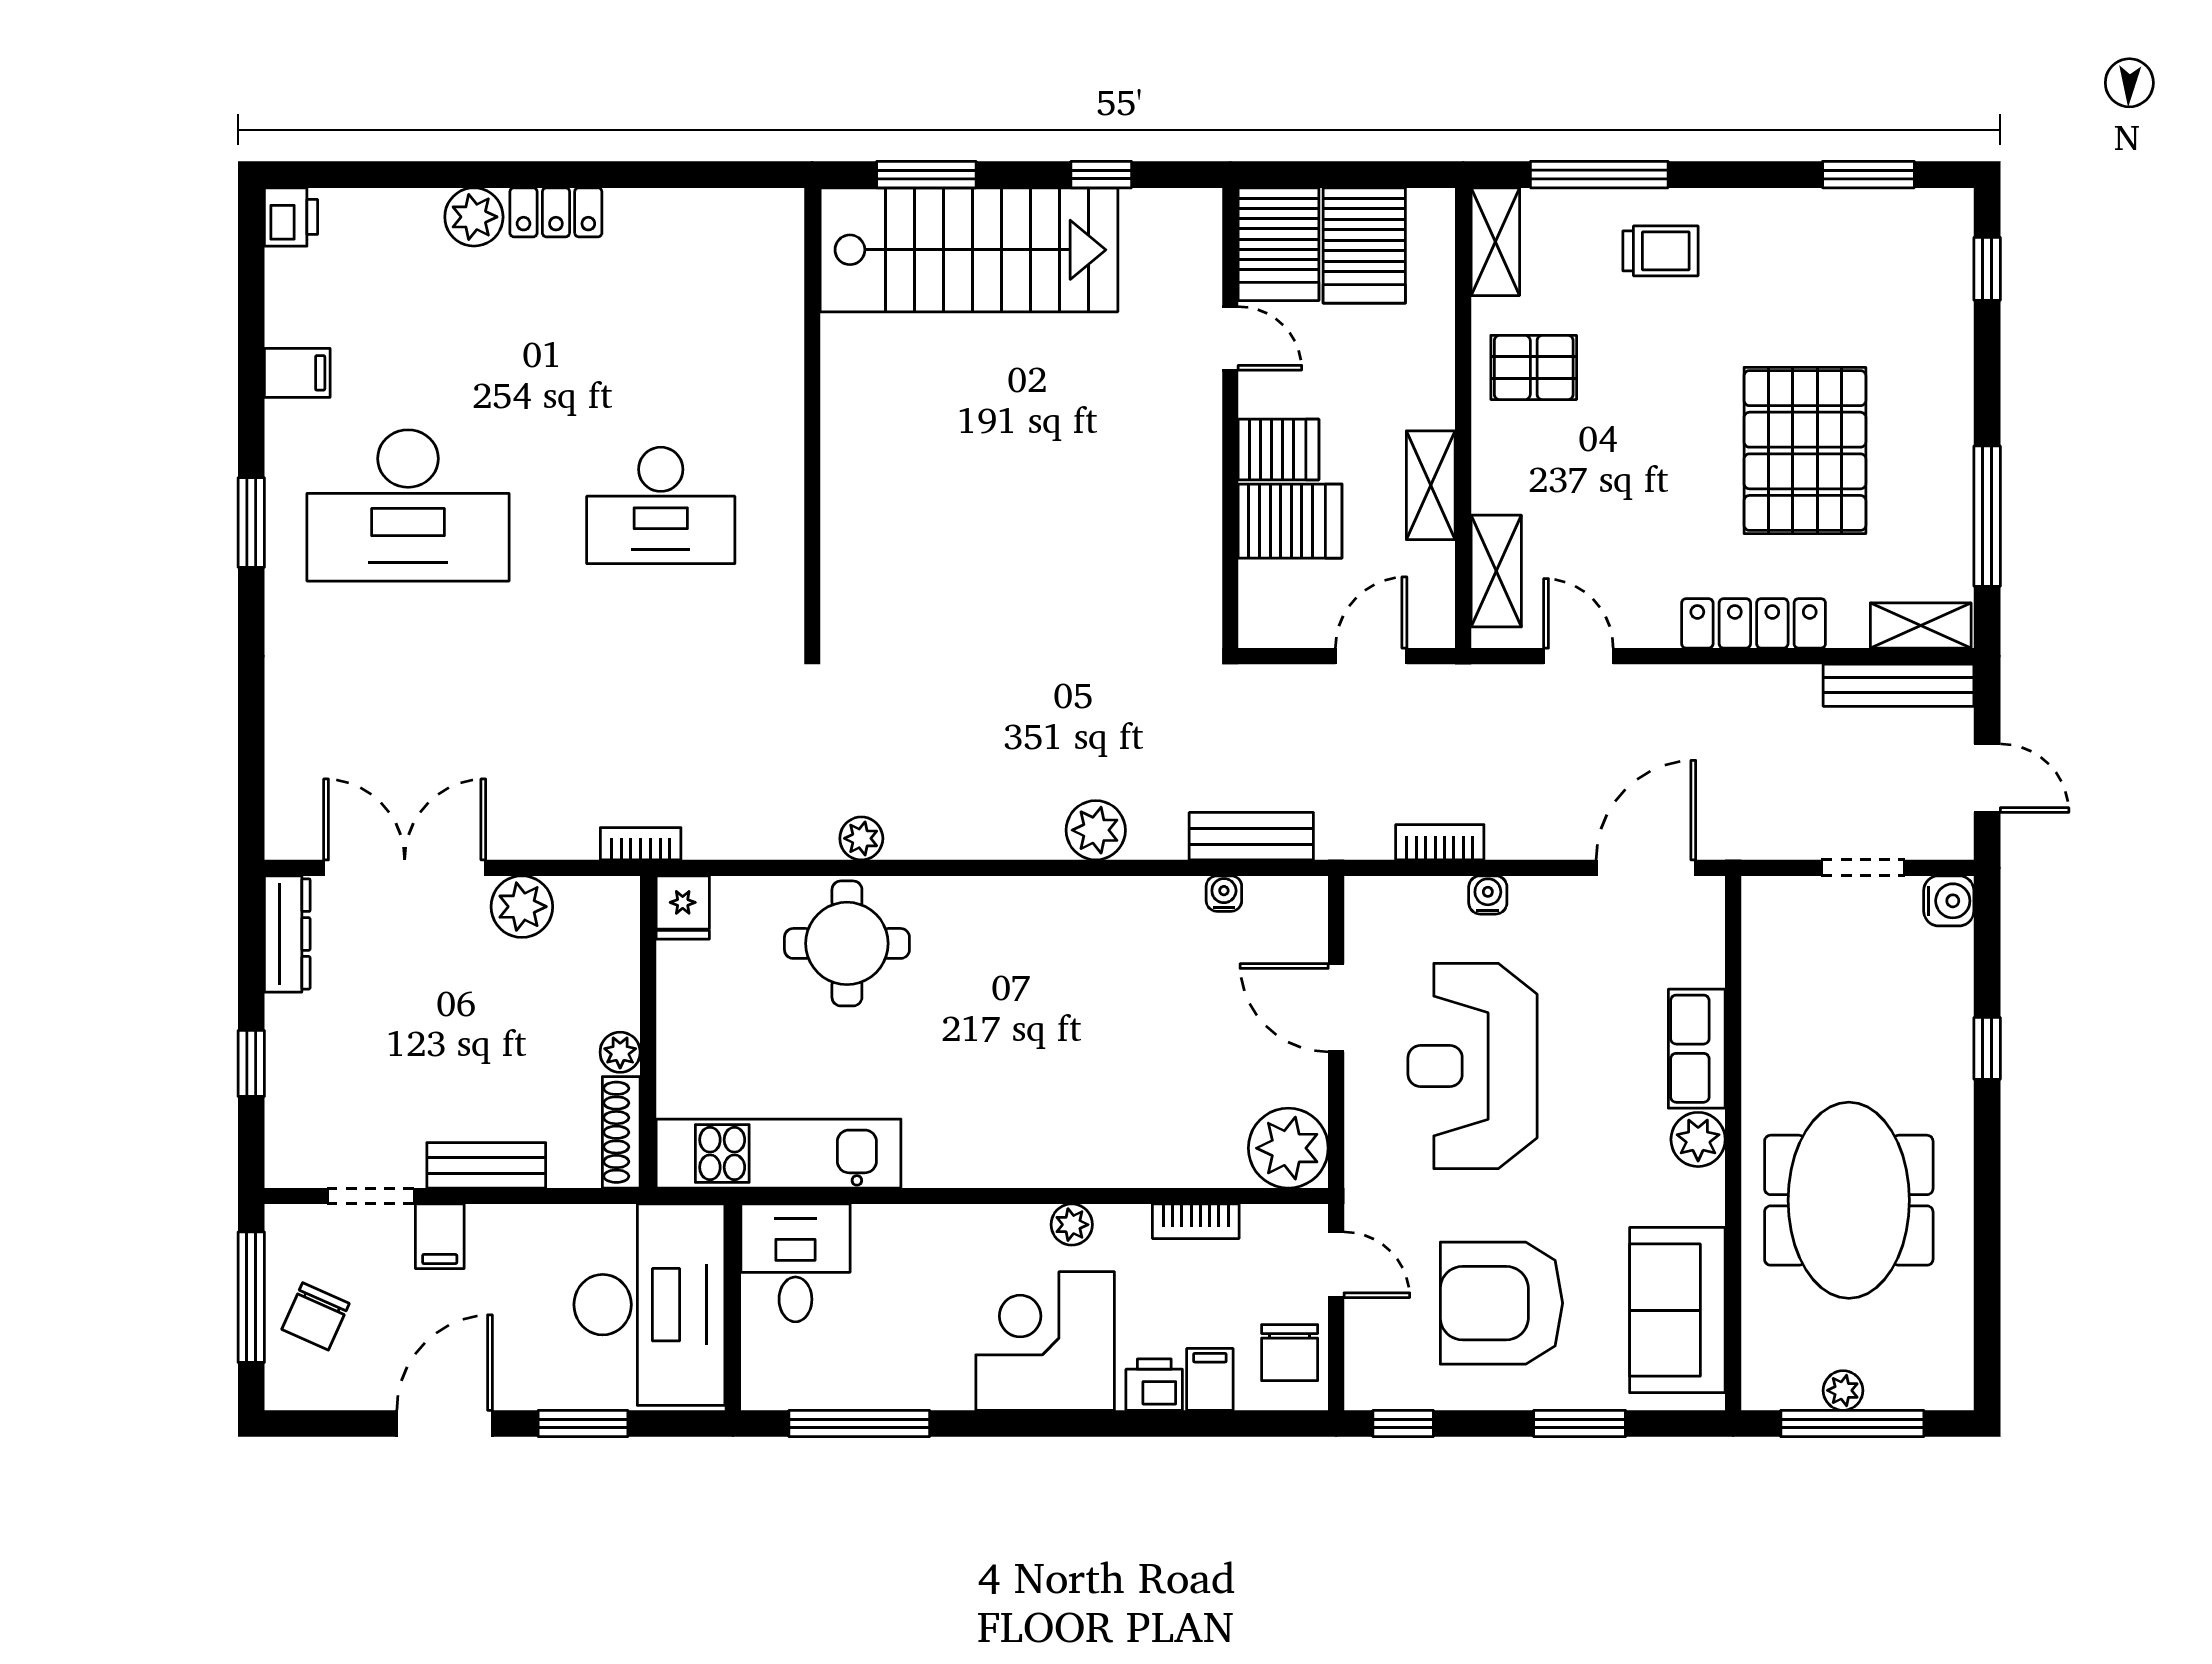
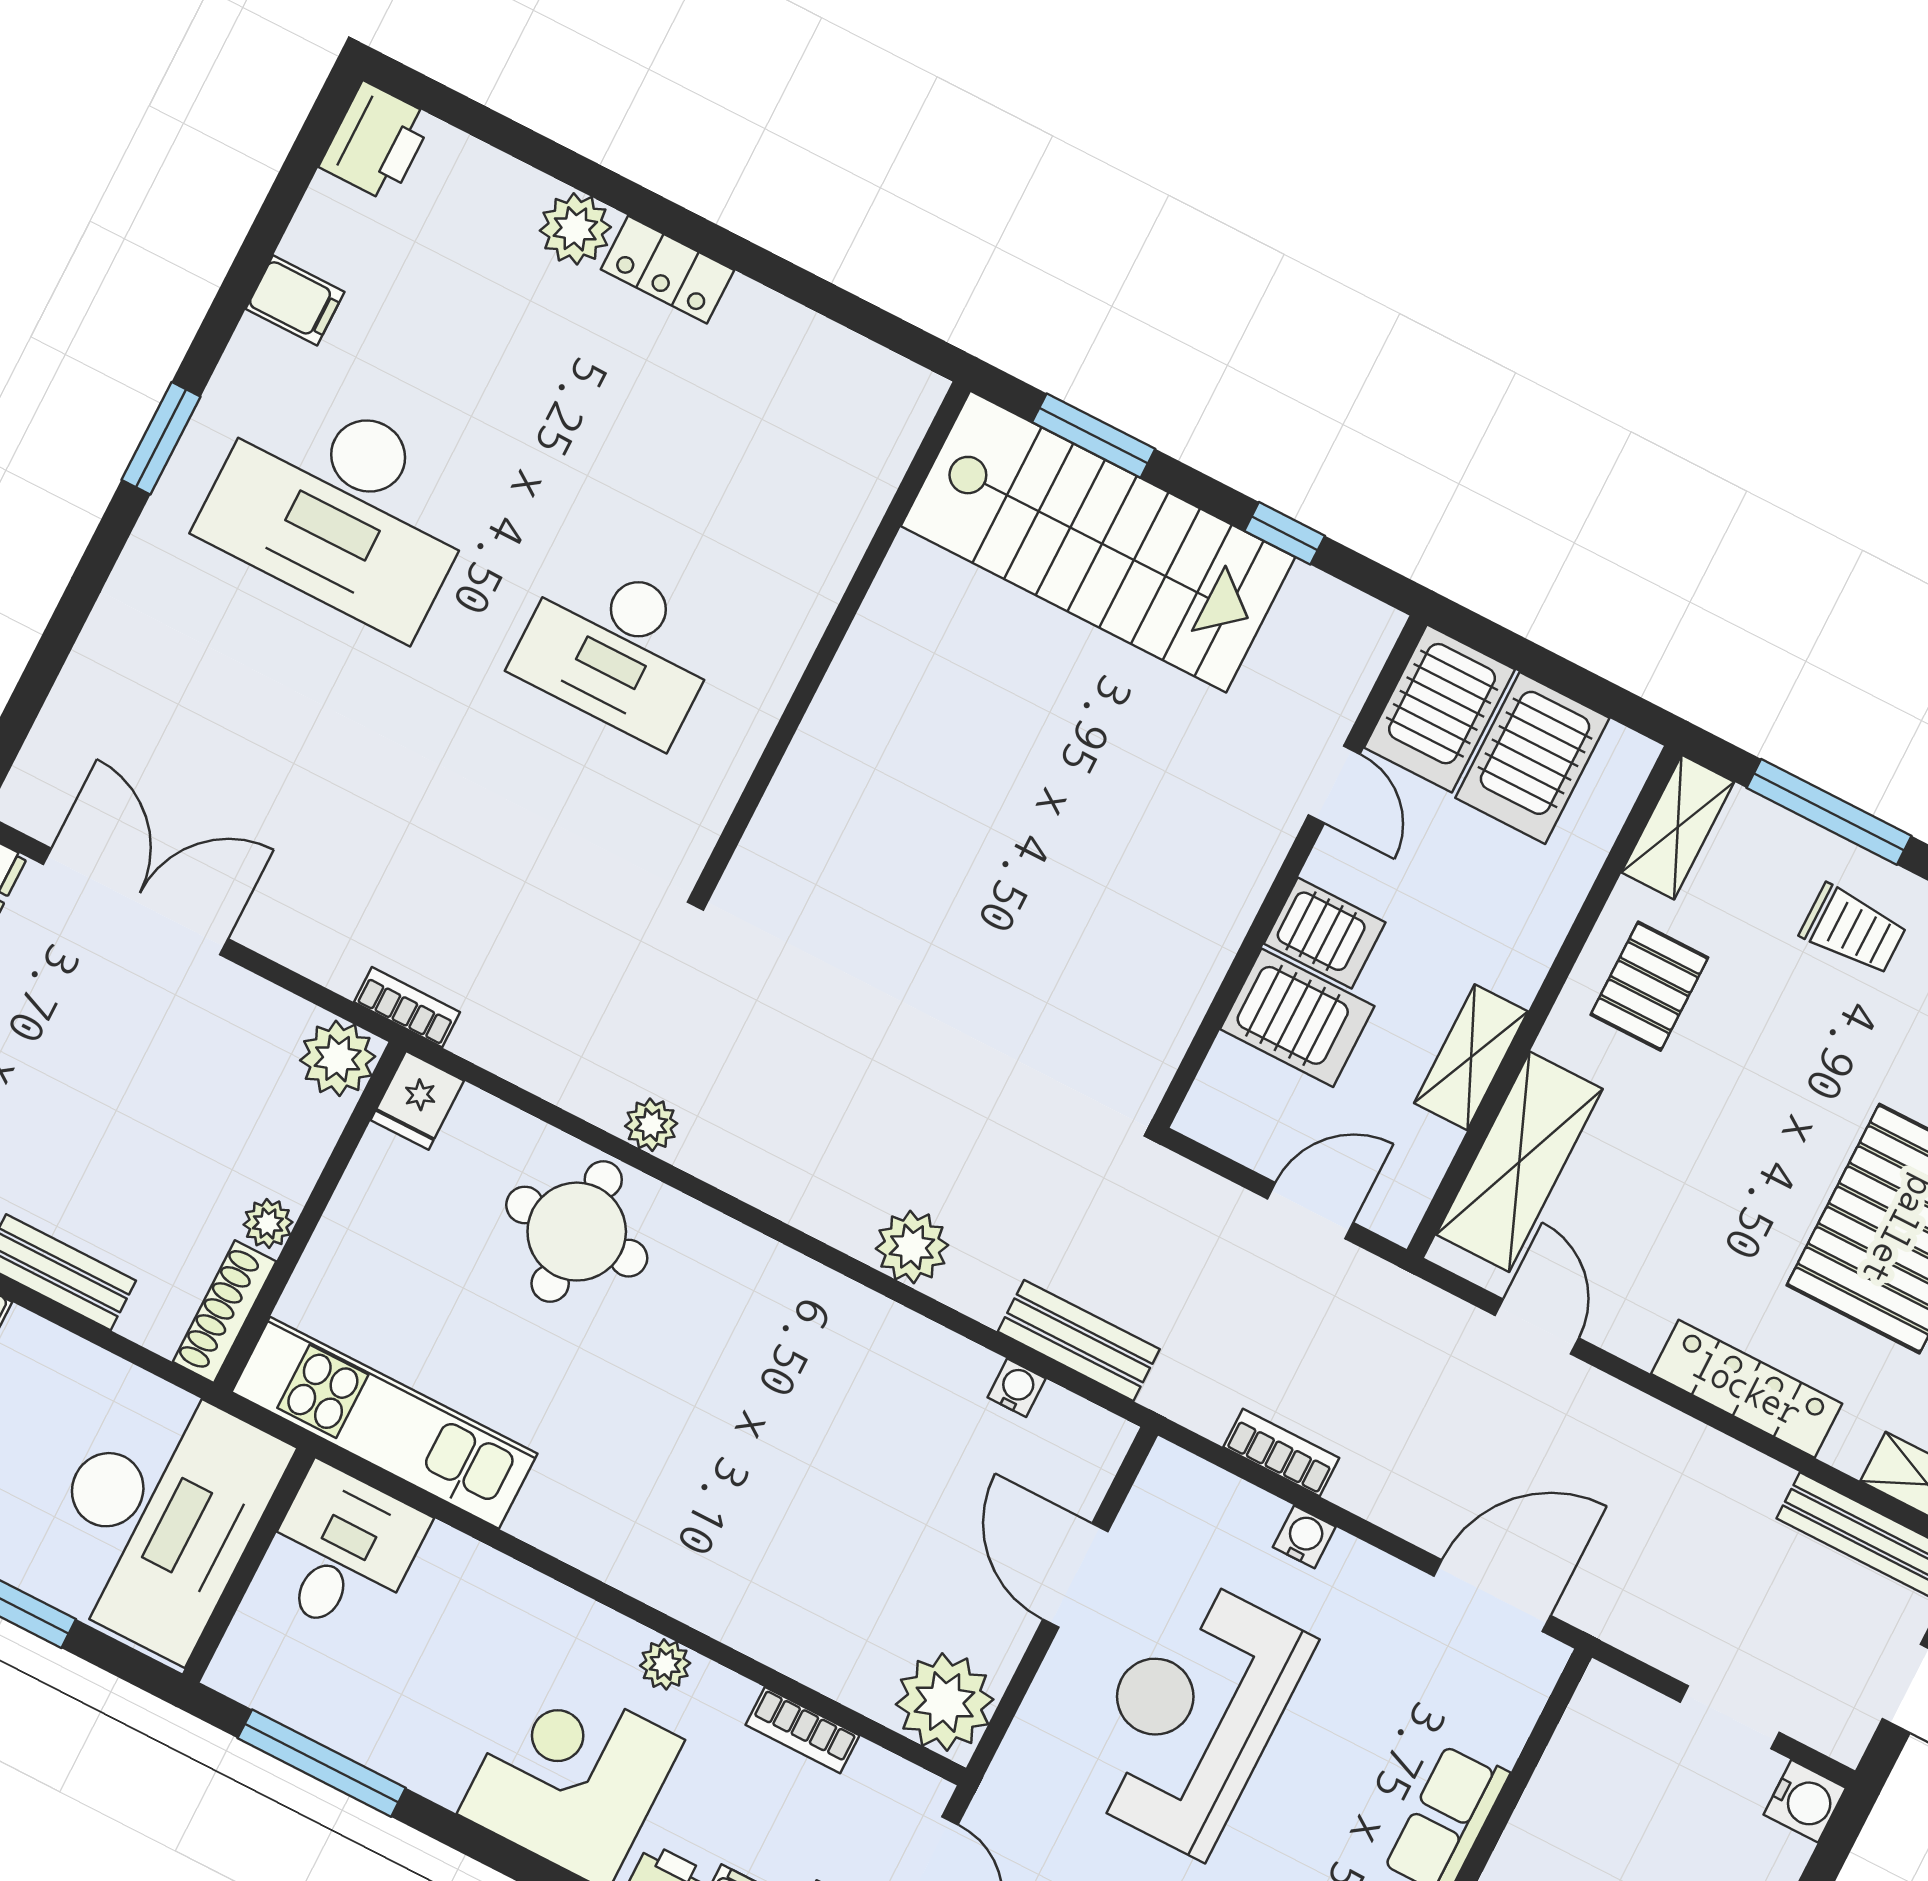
printer: (291, 217) -> (376, 142), width x1.36, depth x1.24
pallet: (1534, 367) -> (1649, 986), turned 90
shelving: (1496, 571) -> (1519, 1162), width x1.50, depth x1.33
plant: (522, 907) -> (338, 1058), moved

